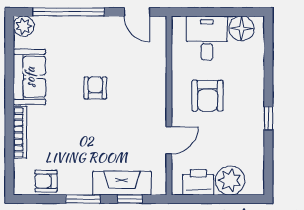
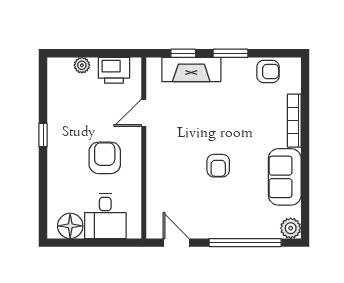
plant: (230, 180) -> (82, 65), width x0.53, depth x0.53

